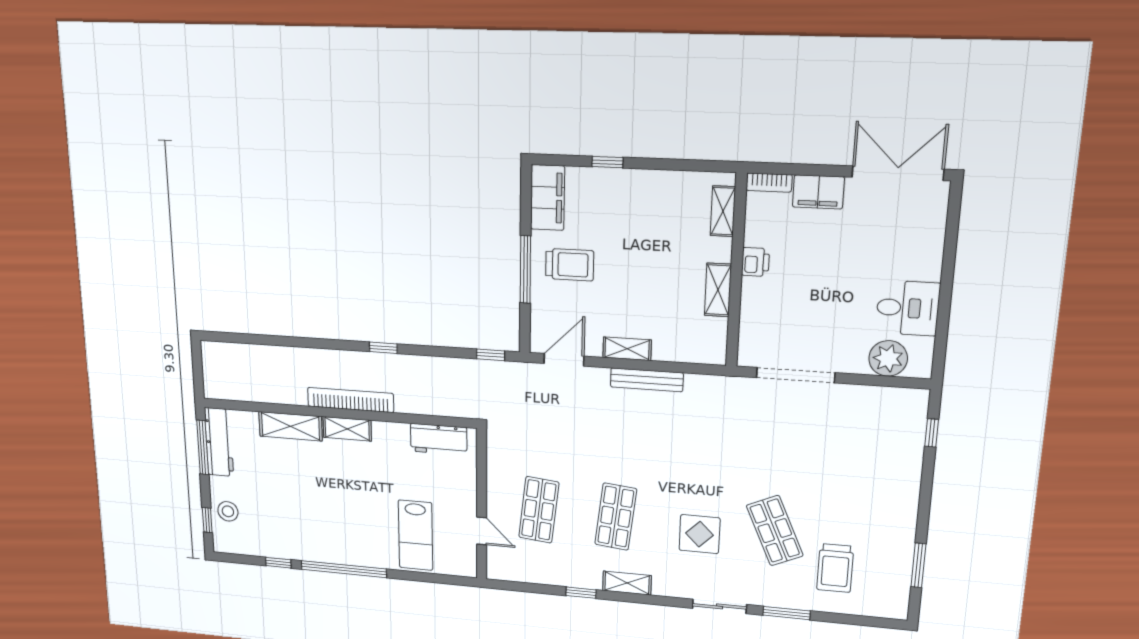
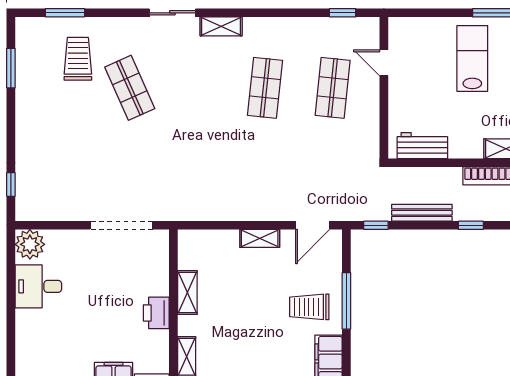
printer: (755, 262) -> (156, 313), width x1.36, depth x1.24
plant: (888, 358) -> (30, 244), moved
bench: (647, 380) -> (422, 213), moved
display table: (700, 534) -> (193, 79), removed
lab bench: (416, 535) -> (472, 58), moved
shelving: (627, 583) -> (221, 26), moved
window: (581, 593) -> (343, 13), moved
window: (787, 613) -> (65, 13), moved

